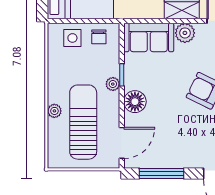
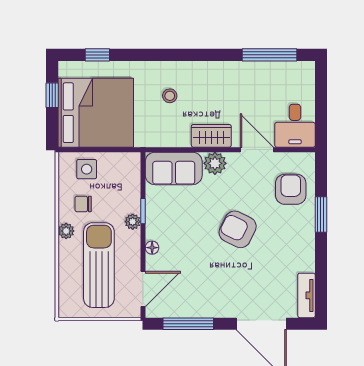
chair: (99, 37) -> (83, 204), moved, turned 90
floor lamp: (135, 102) -> (152, 248), width x0.53, depth x0.53
plant: (54, 111) -> (66, 231), moved

